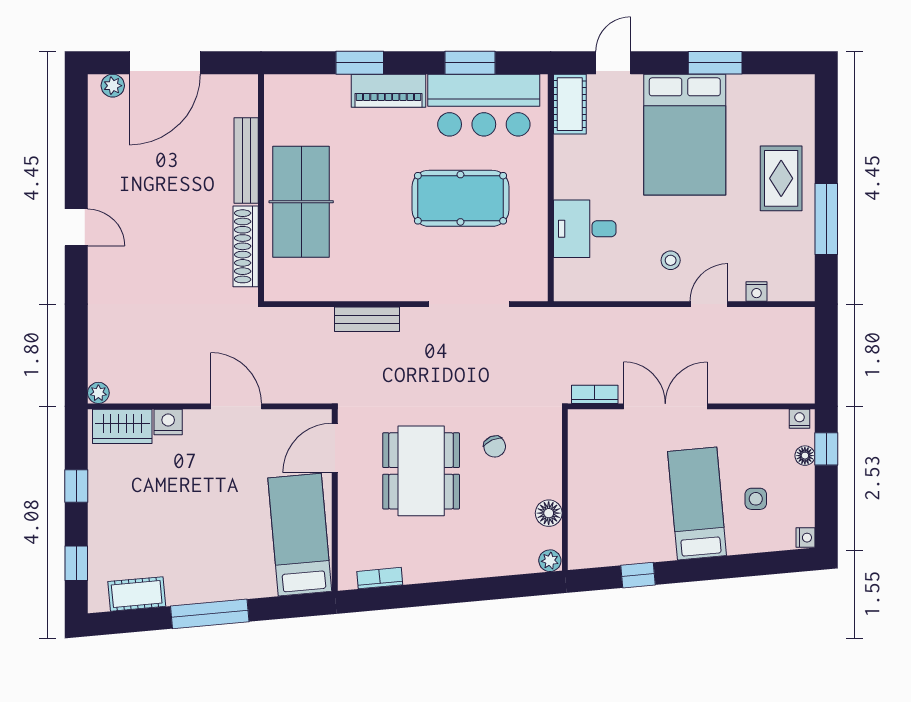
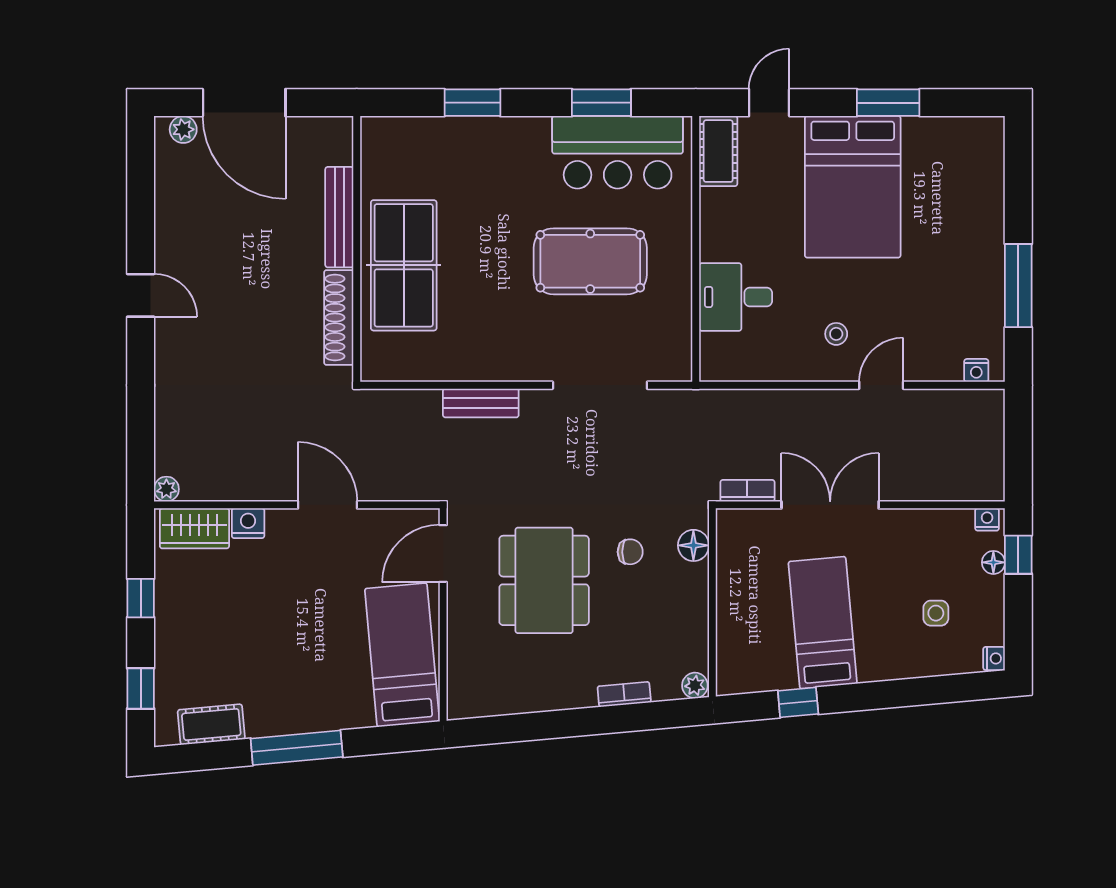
door: (165, 63) -> (244, 103), hinge flipped
piano: (388, 91) -> (506, 135), removed
rug: (781, 178) -> (966, 238), removed
nightstand: (757, 292) -> (976, 370), moved
chair: (495, 446) -> (630, 552), turned -66
bed: (697, 504) -> (823, 623), moved
floor lamp: (549, 513) -> (693, 545), moved
bookcase: (380, 578) -> (624, 694), moved

